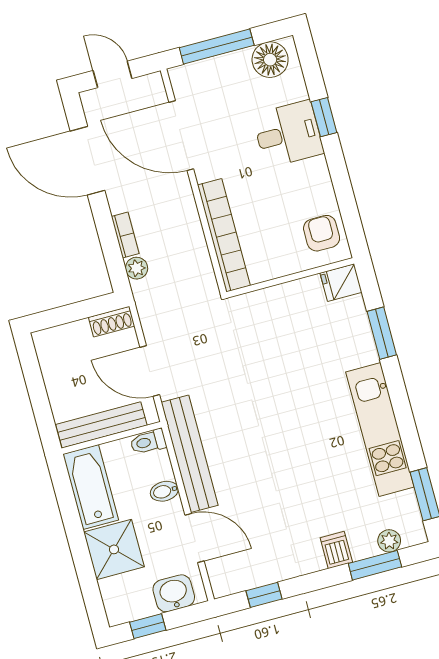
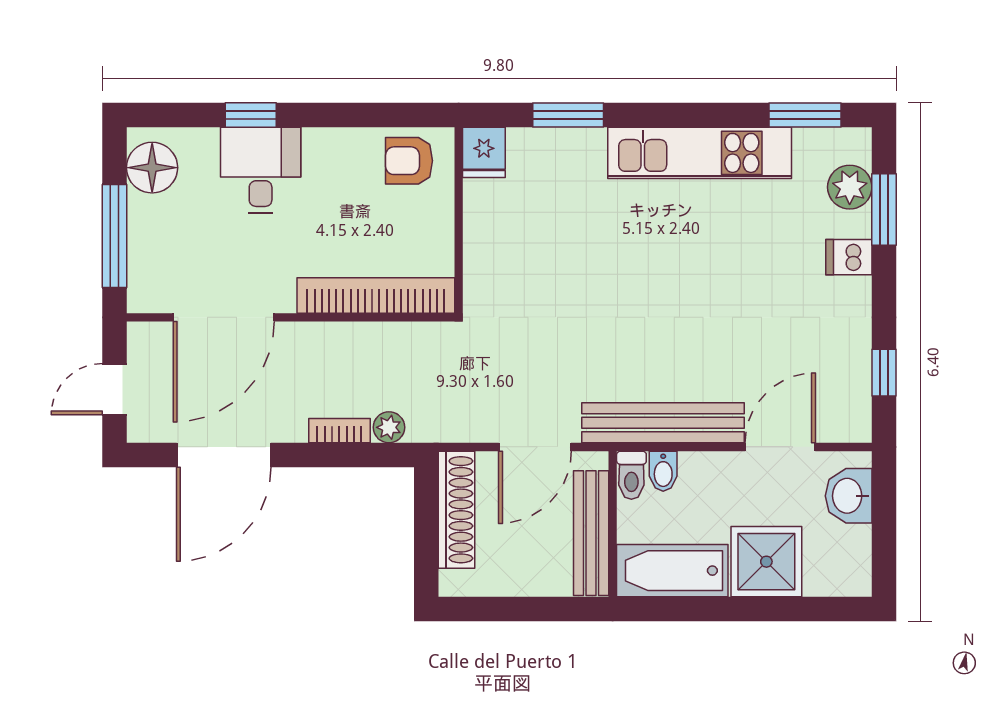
shoe rack: (112, 322) -> (457, 510), width x1.94, depth x1.24
bidet: (164, 491) -> (663, 471), moved
plant: (389, 541) -> (850, 187), width x1.38, depth x1.38
window: (148, 626) -> (884, 543), removed

